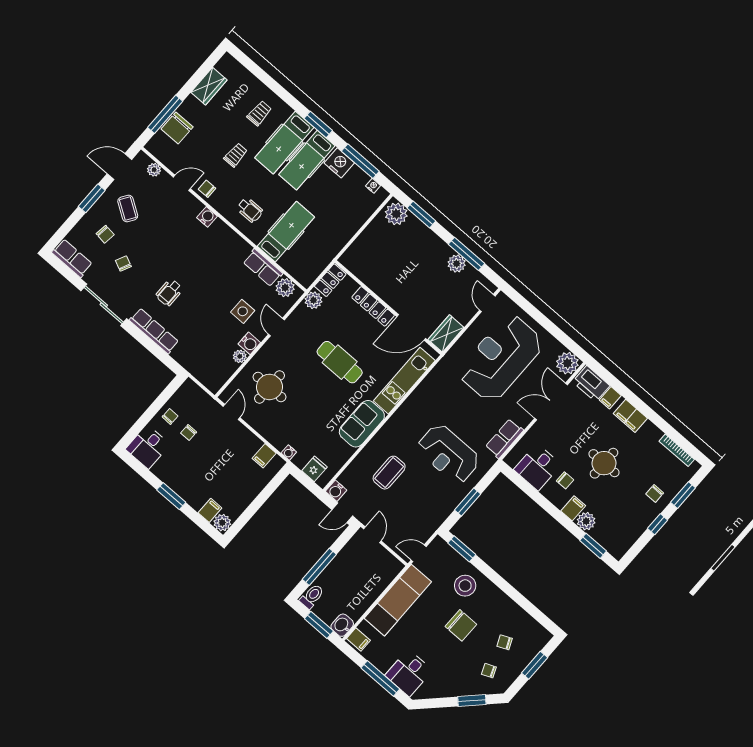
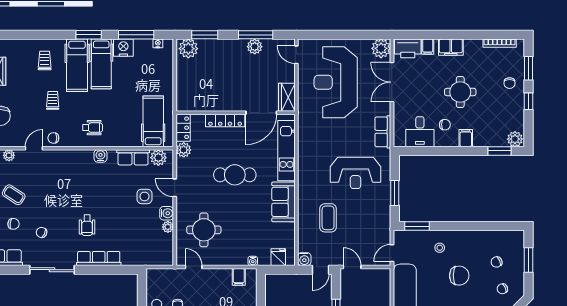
water cooler: (207, 217) -> (100, 156), moved
hospital bed: (286, 232) -> (153, 121), moved
plant: (586, 521) -> (515, 139), moved
stool: (465, 586) -> (440, 248), width x0.53, depth x0.53

